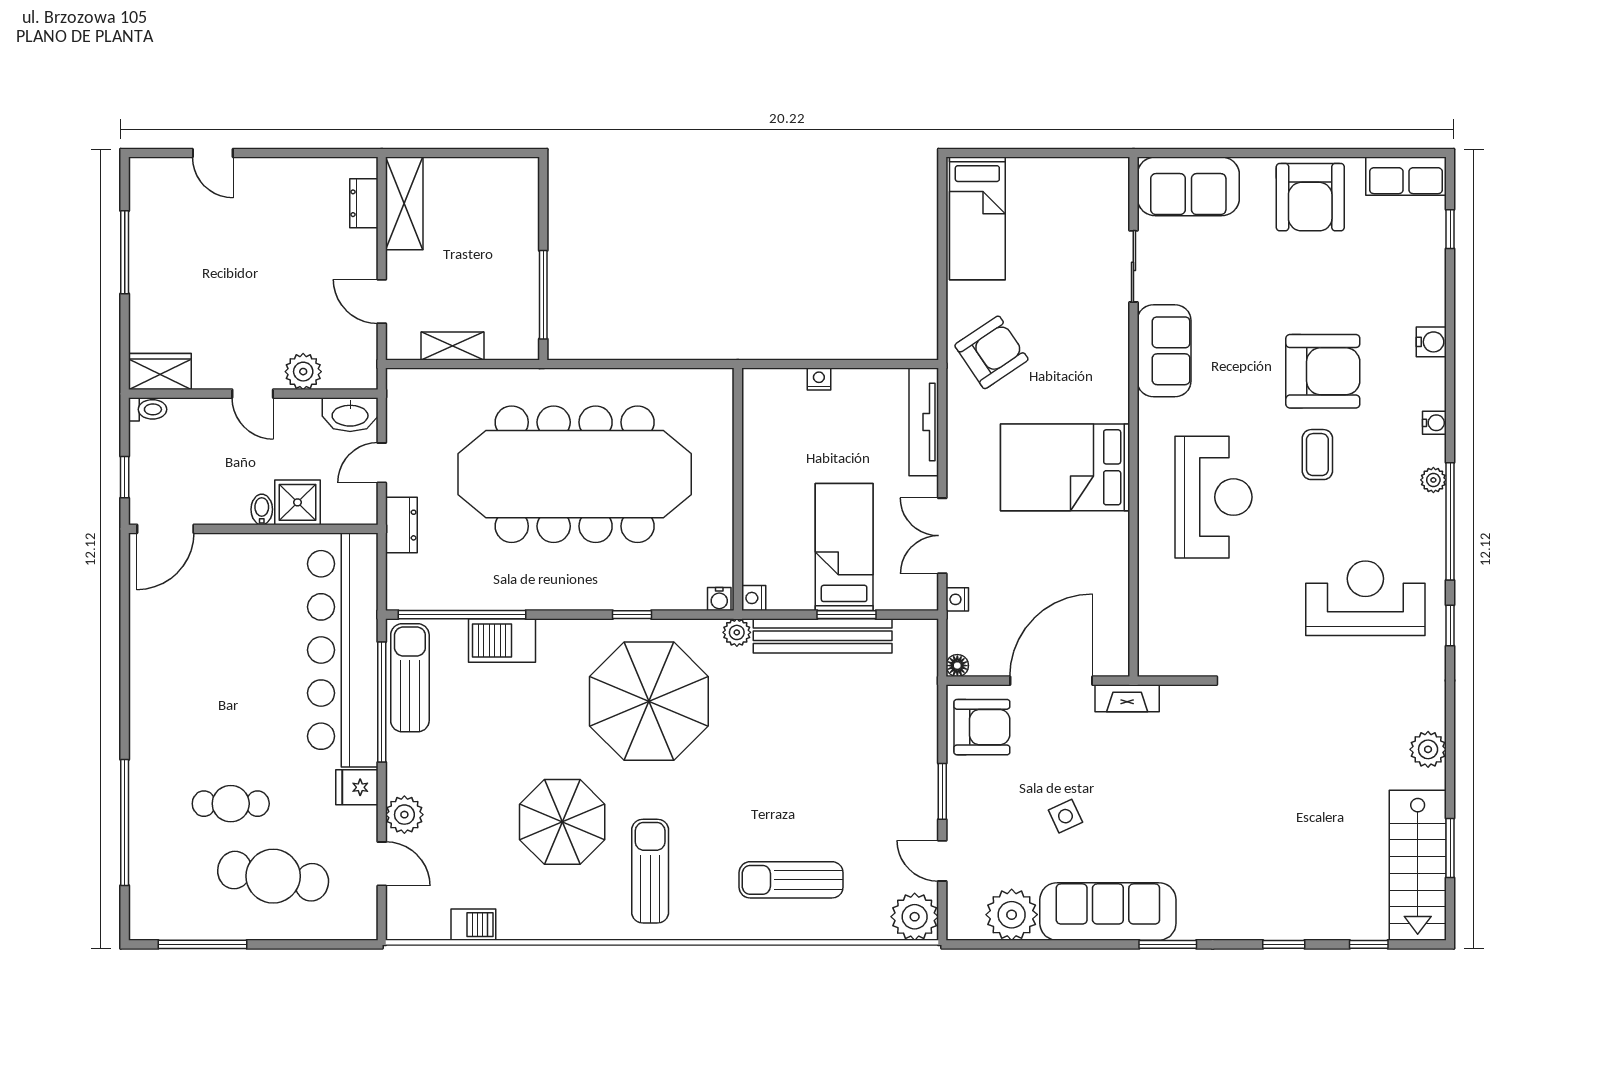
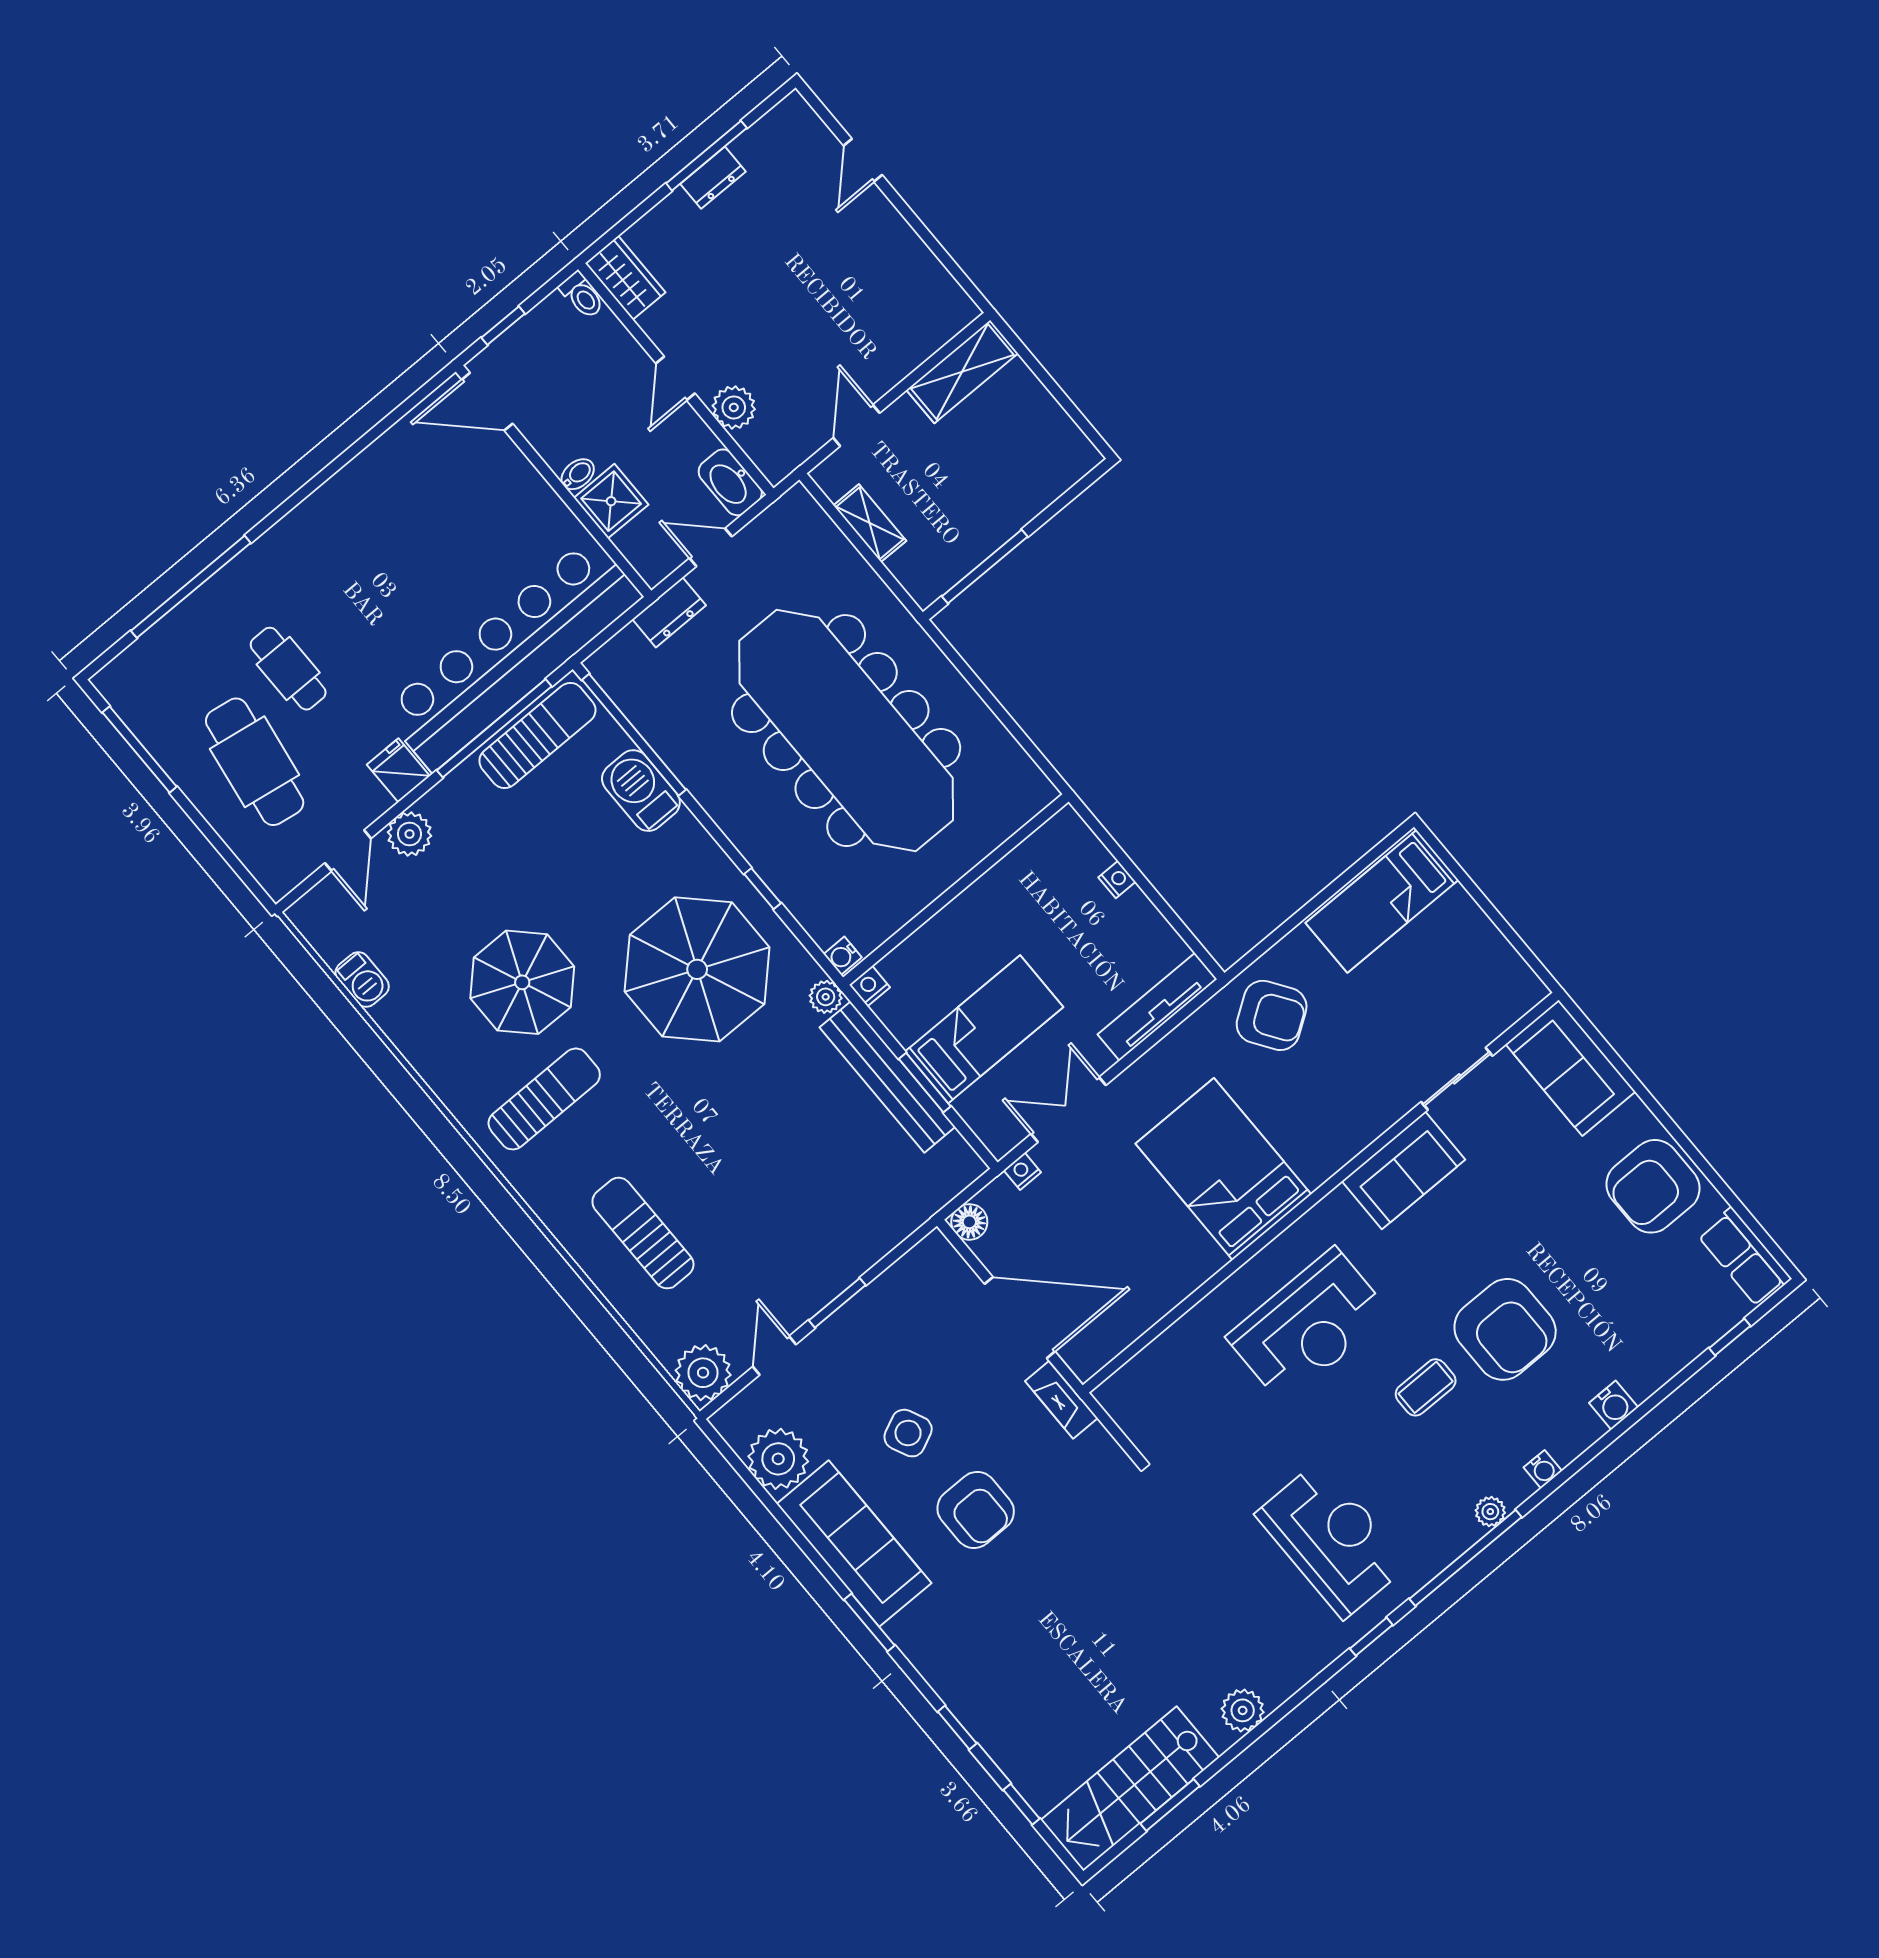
dresser: (364, 203) -> (713, 178), moved, turned 180
floor lamp: (957, 666) -> (969, 1222), width x1.37, depth x1.37
armchair: (982, 727) -> (976, 1510), moved
side table: (1065, 816) -> (908, 1433), width x1.37, depth x1.37

